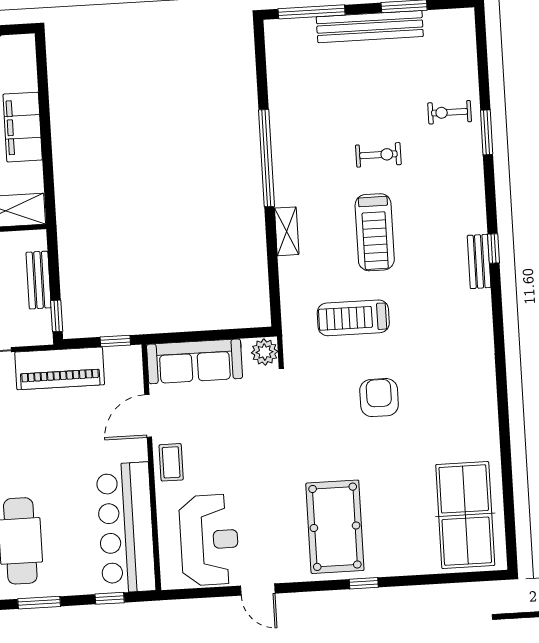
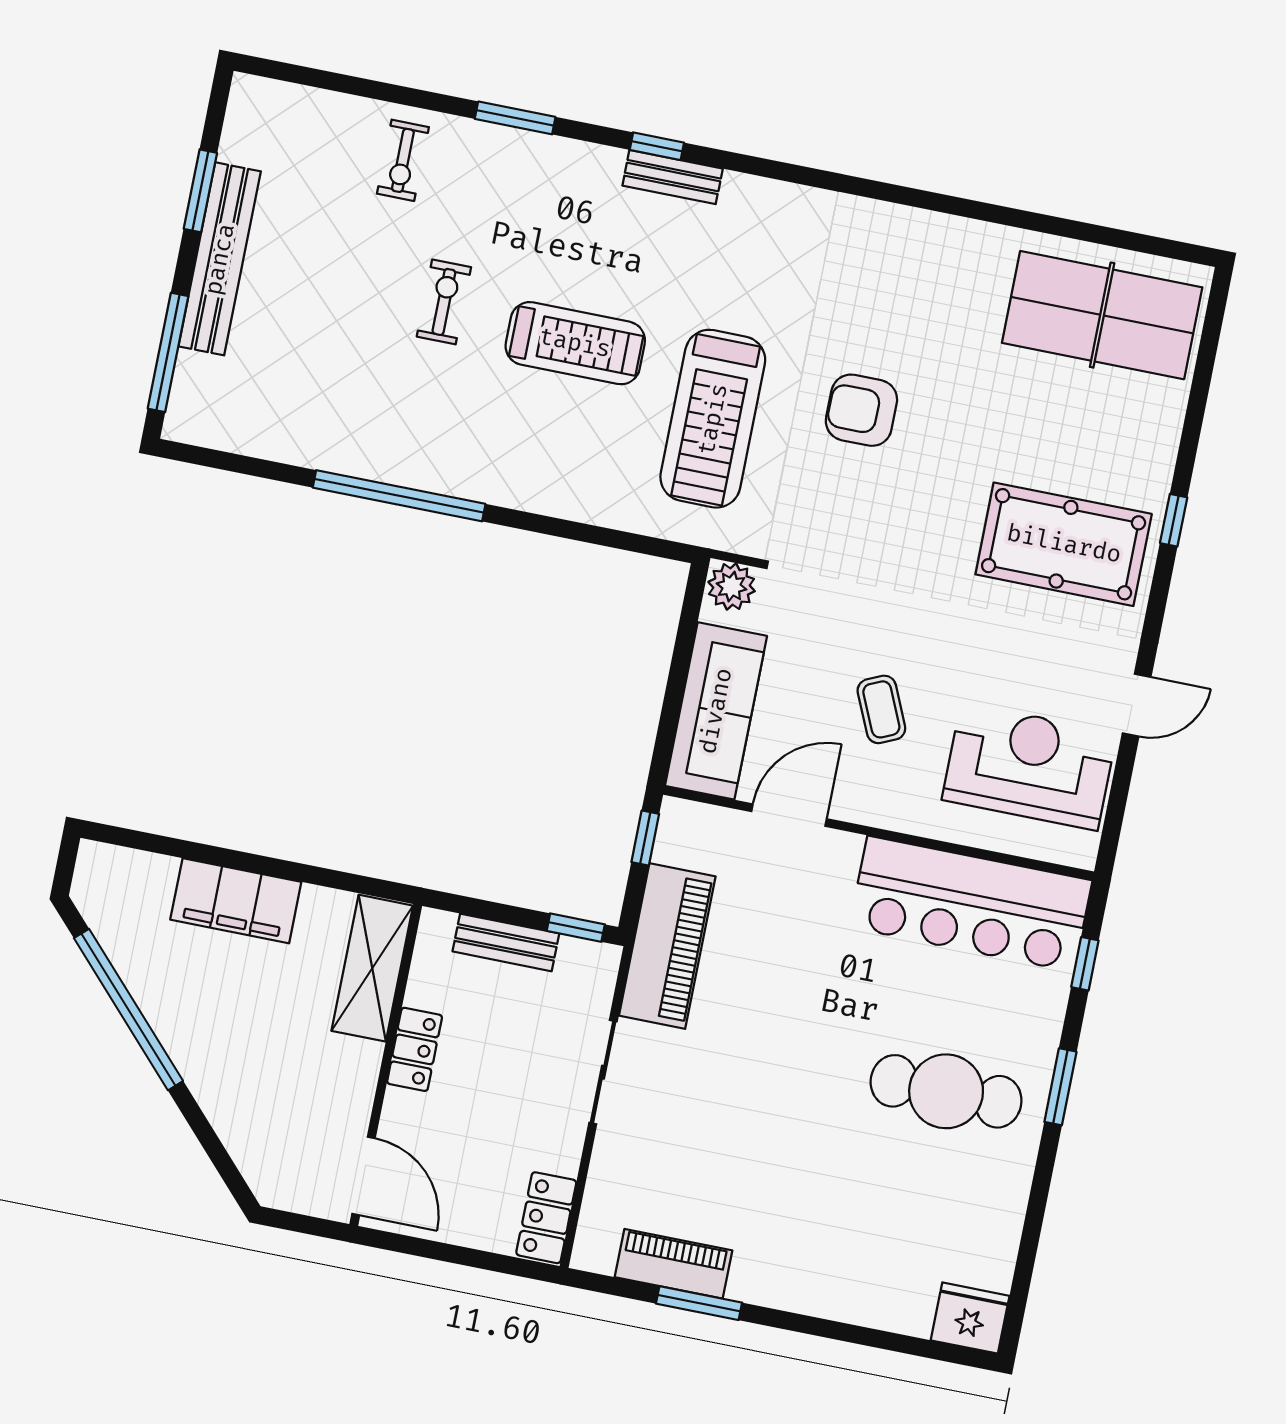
window: (487, 132) -> (515, 118), moved
shelving: (287, 231) -> (534, 494), removed
treadmill: (353, 318) -> (713, 419), width x1.37, depth x1.38
door: (148, 416) -> (789, 815), swing flipped
coffee table: (171, 462) -> (881, 709), moved, turned 66

